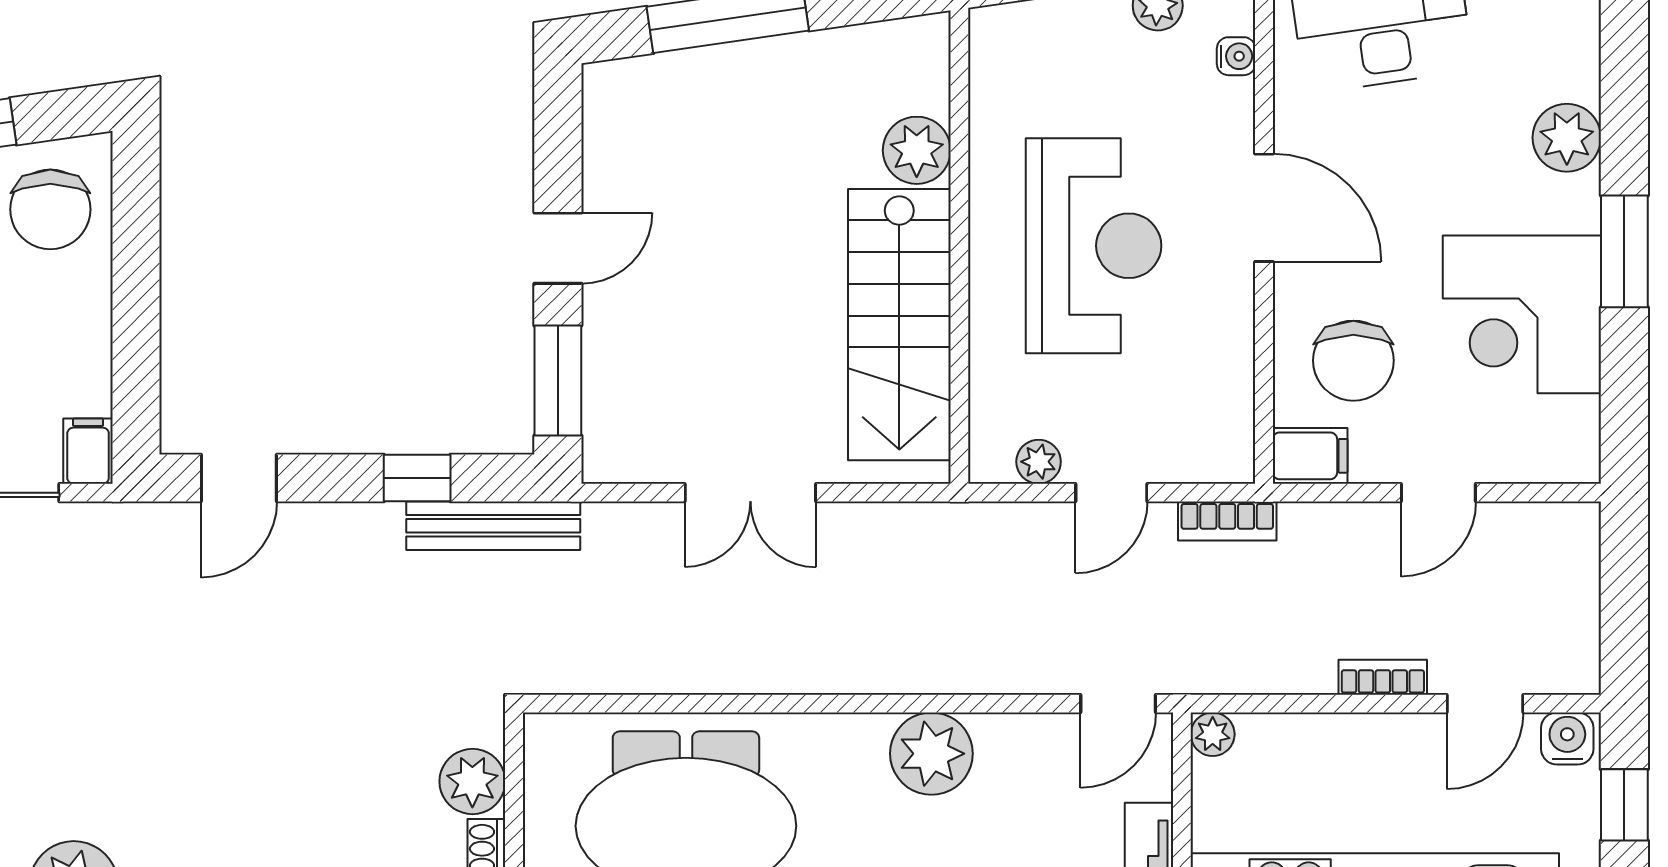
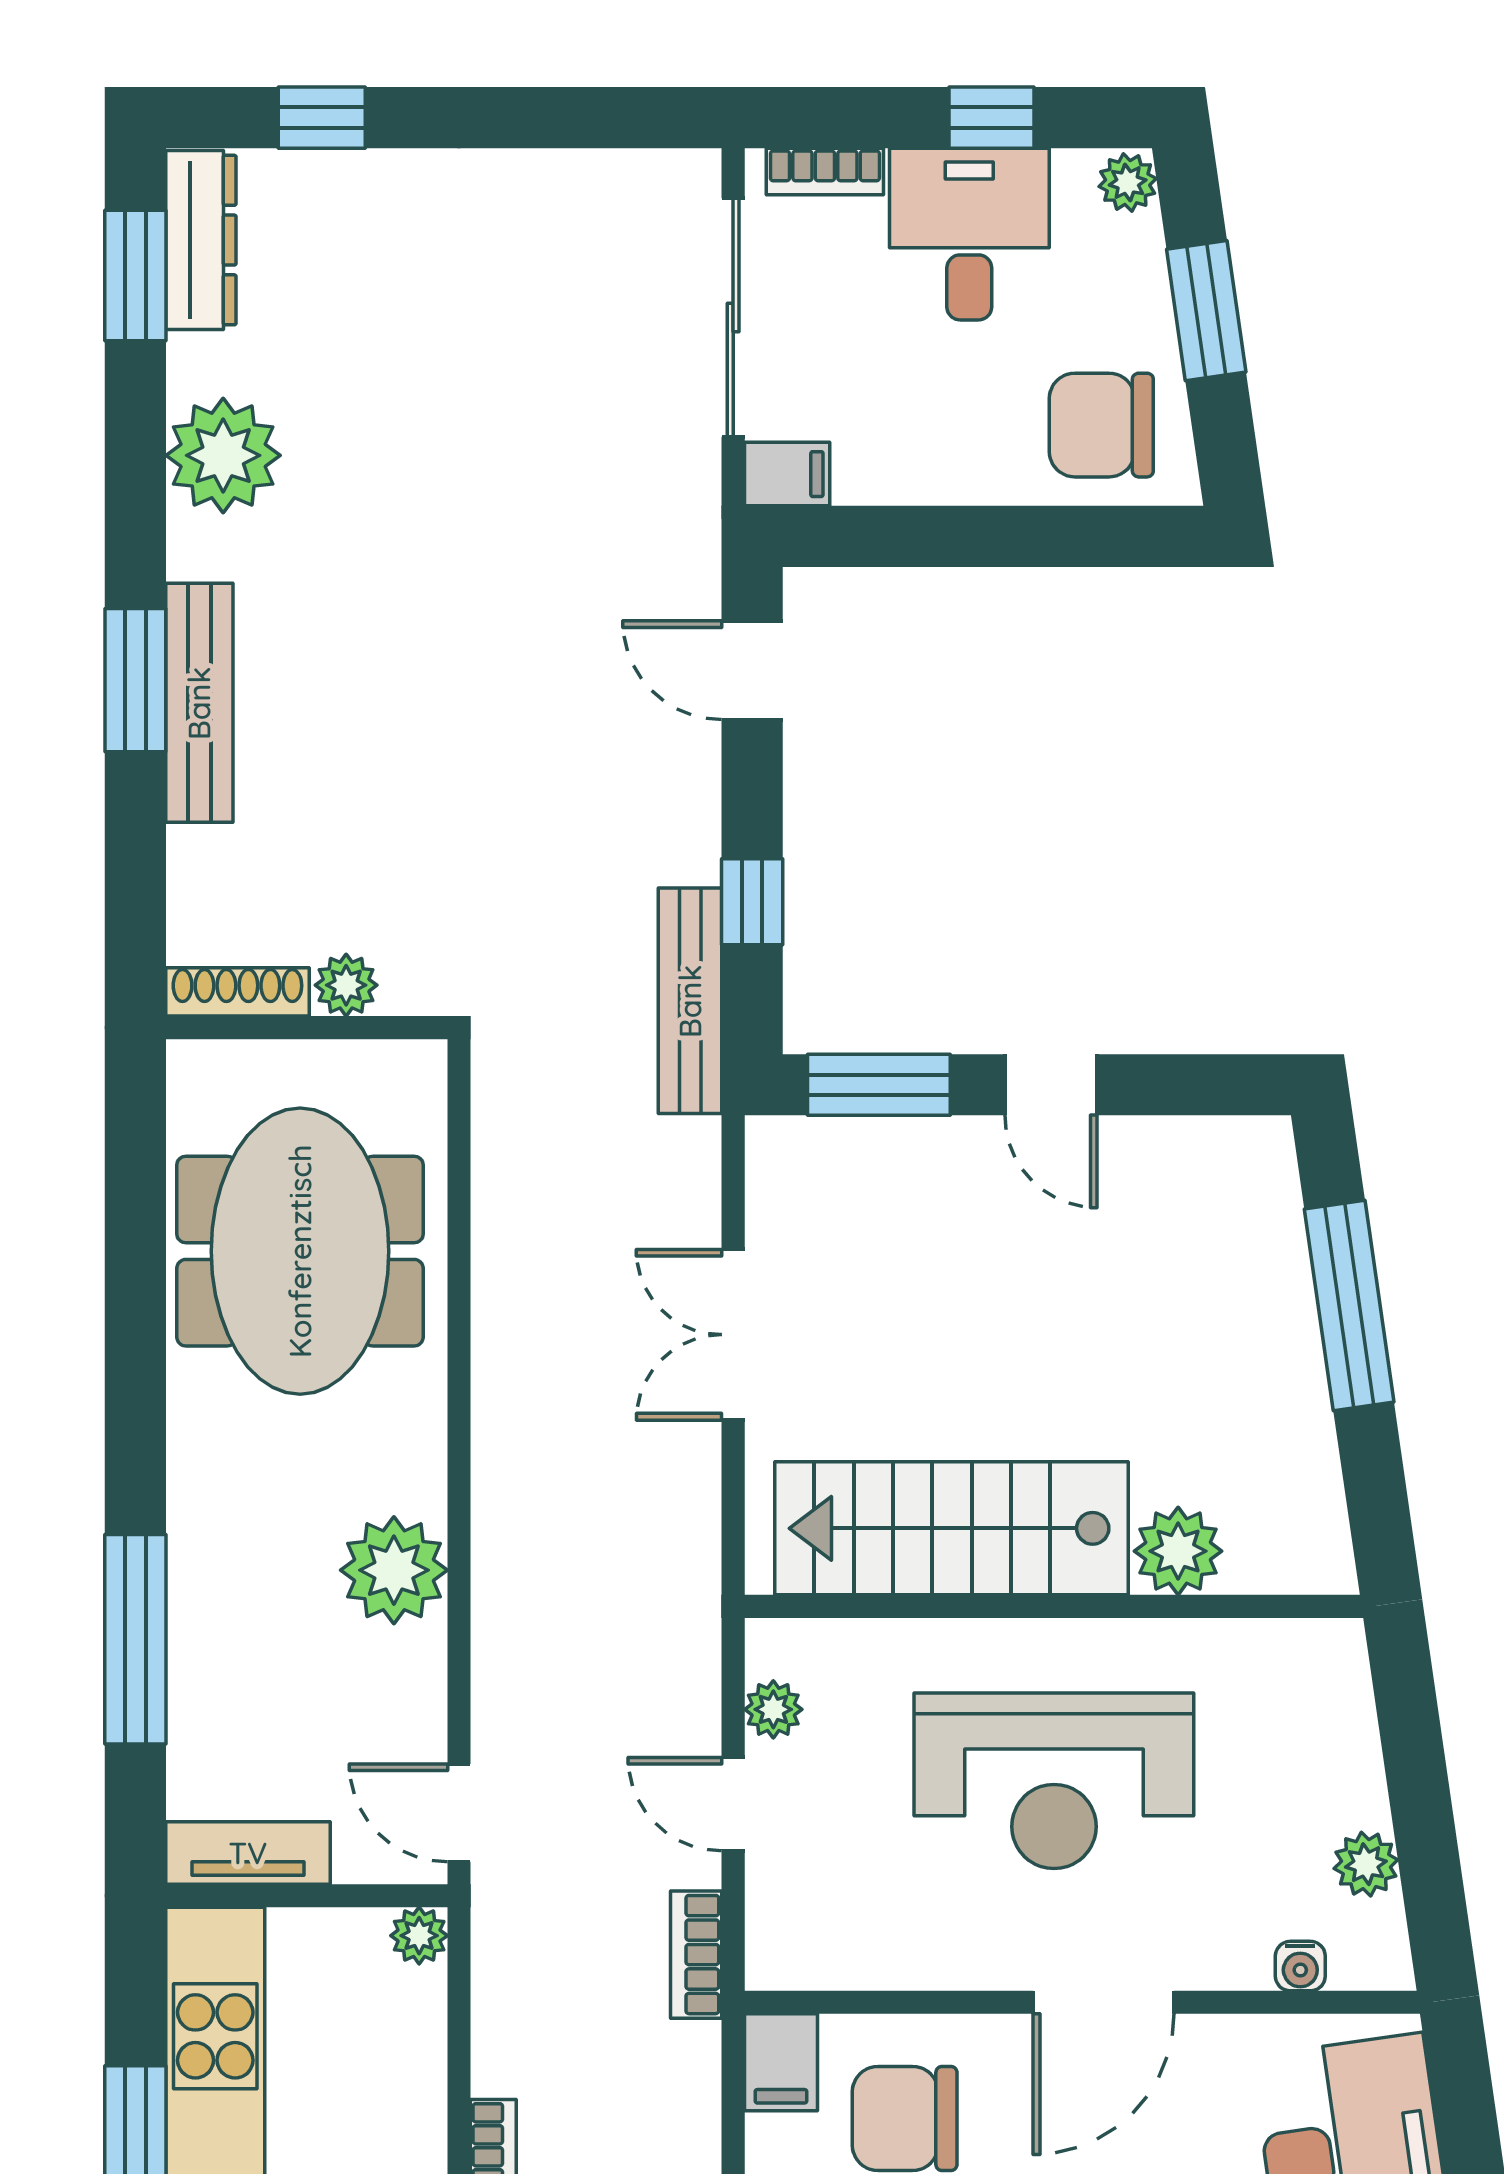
plant: (472, 781) -> (346, 985), width x0.73, depth x0.73

